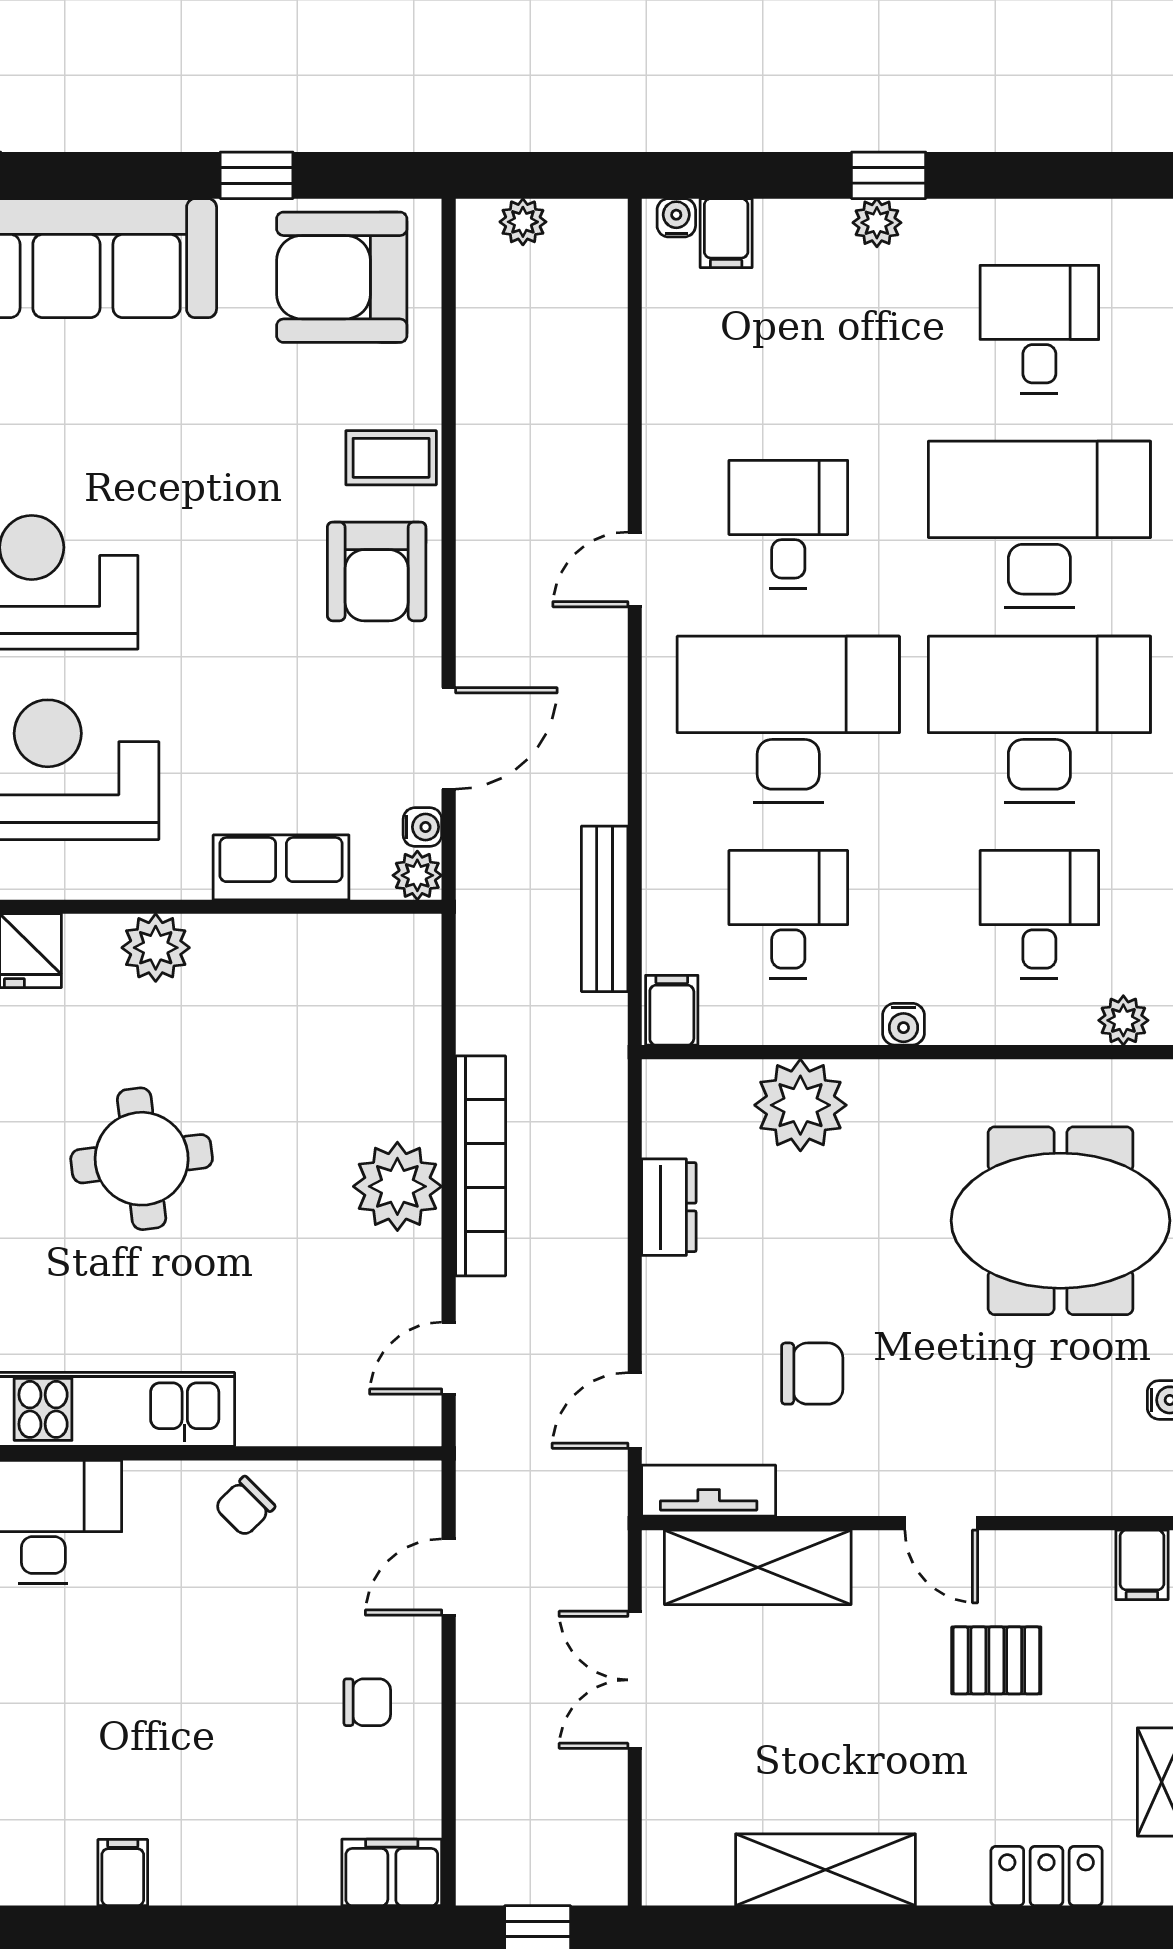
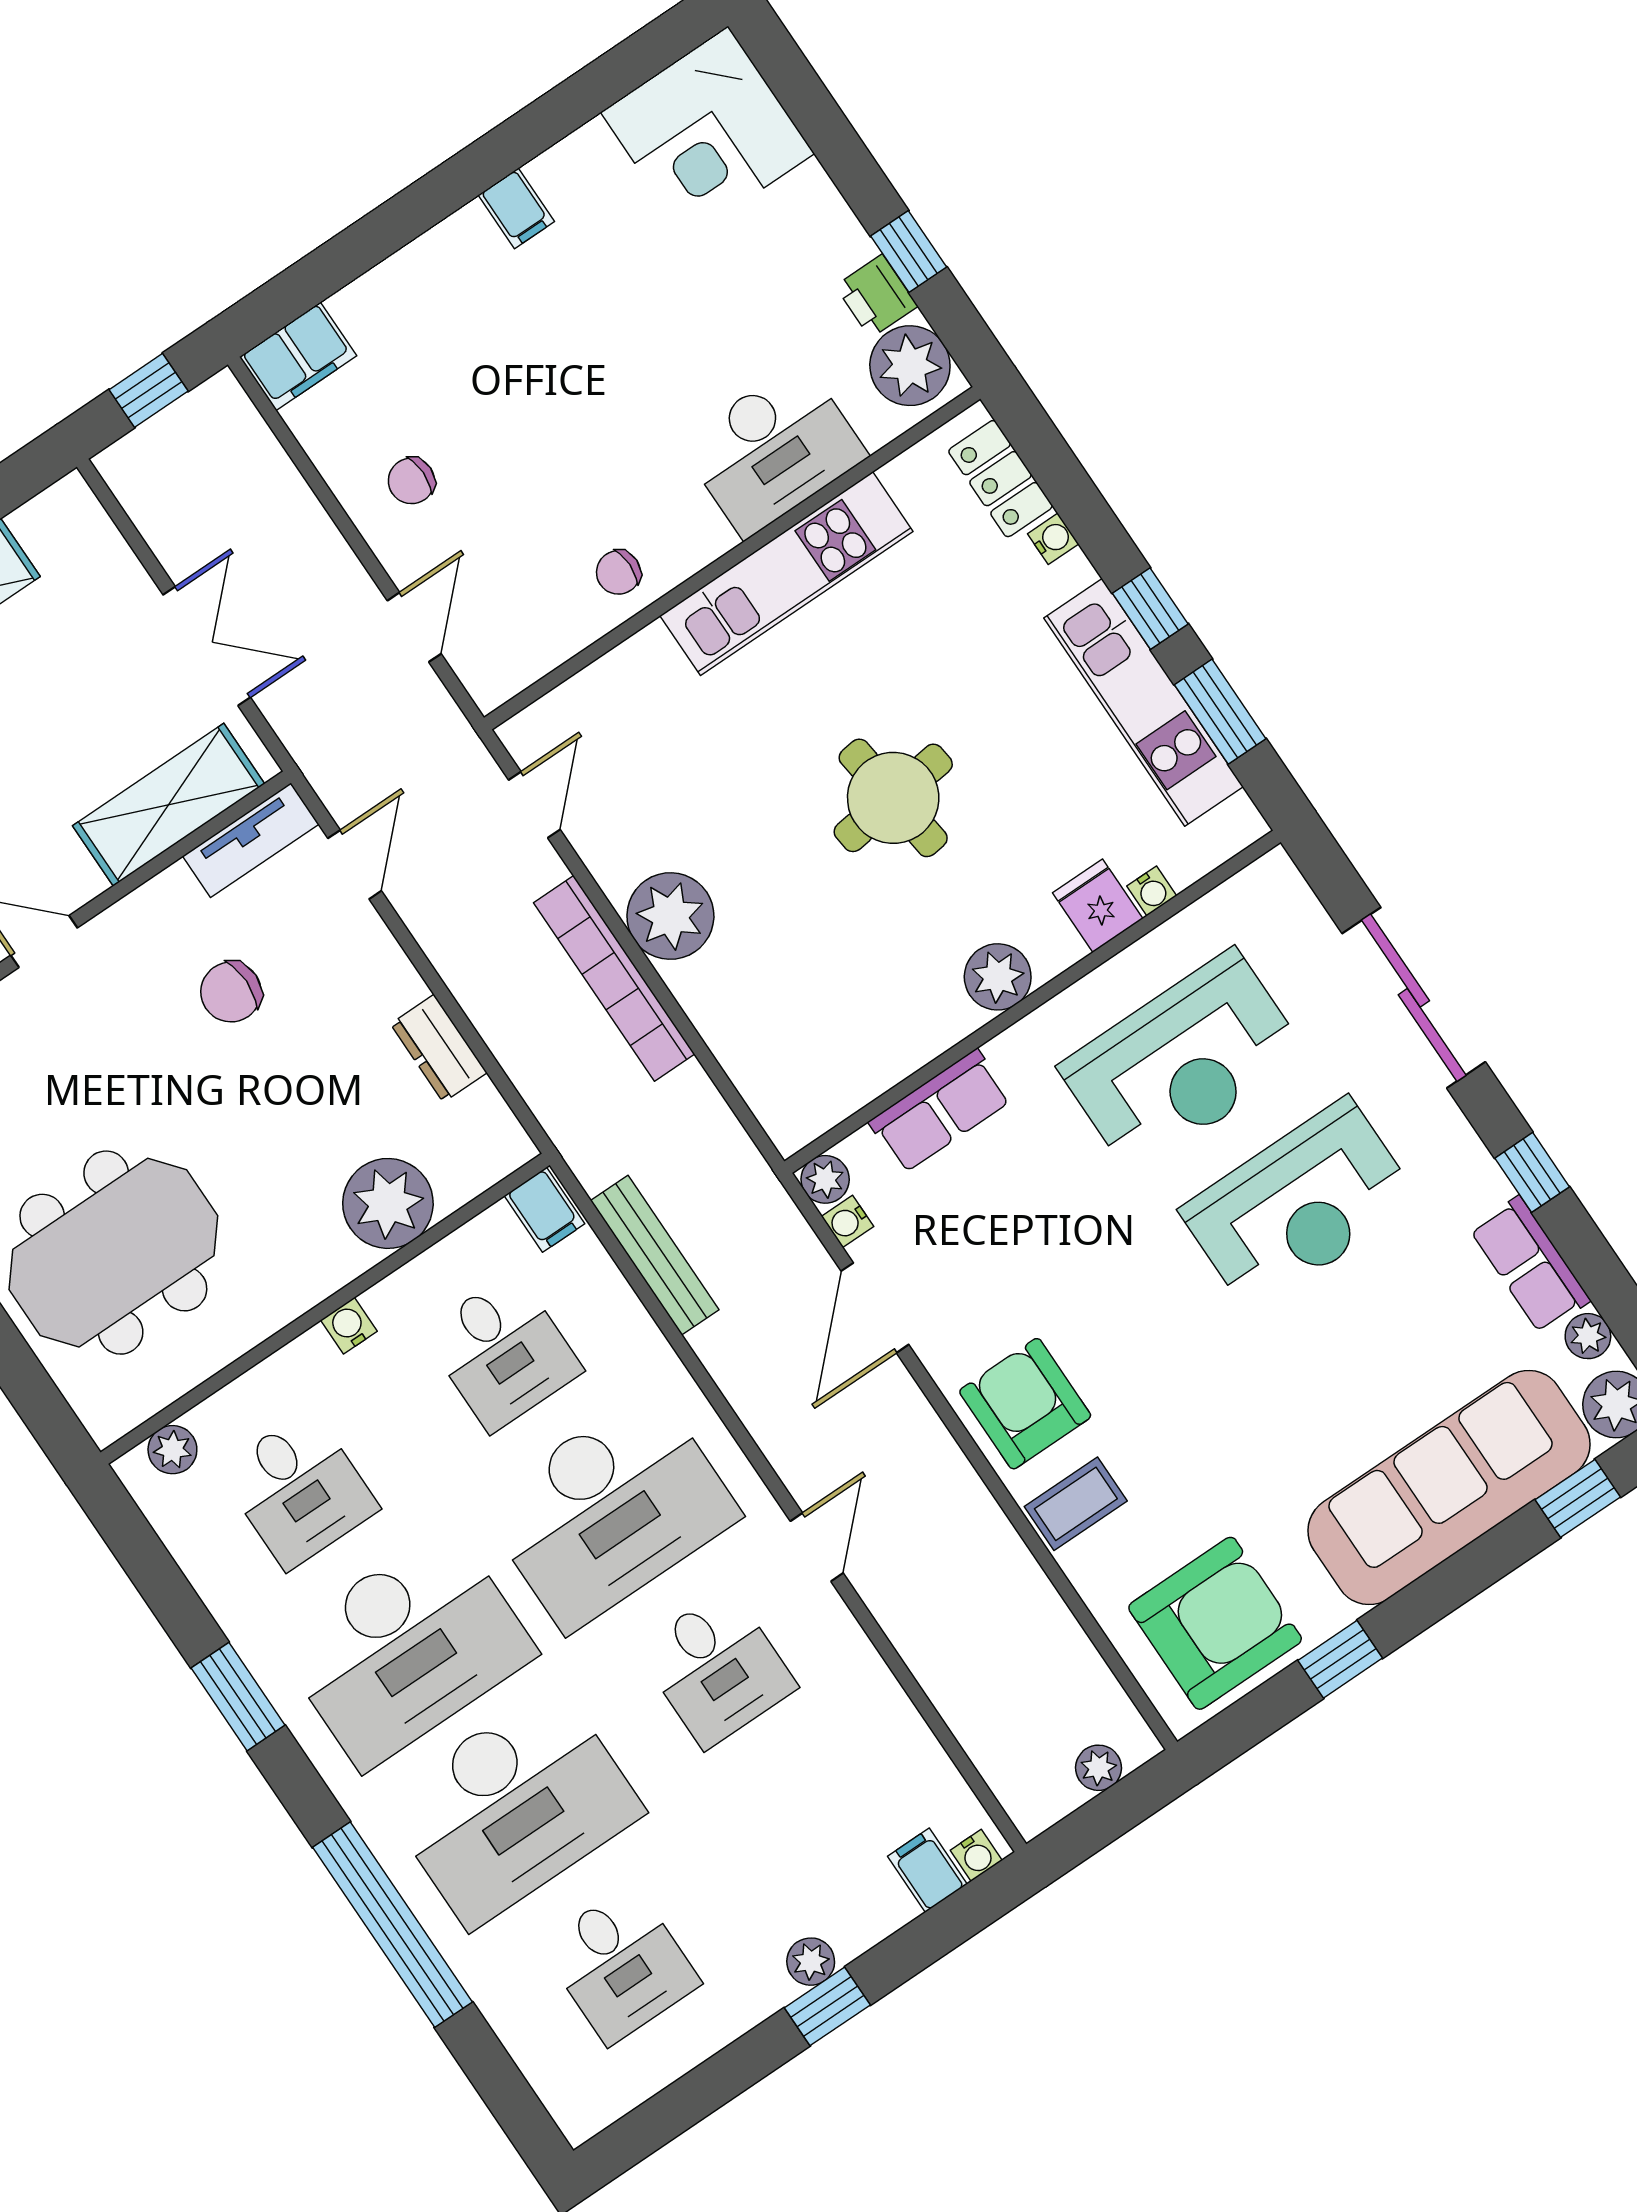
chair: (245, 1506) -> (618, 572), turned -135

